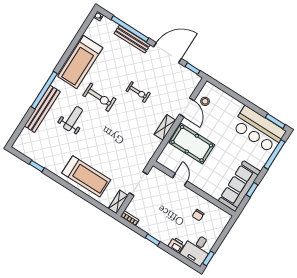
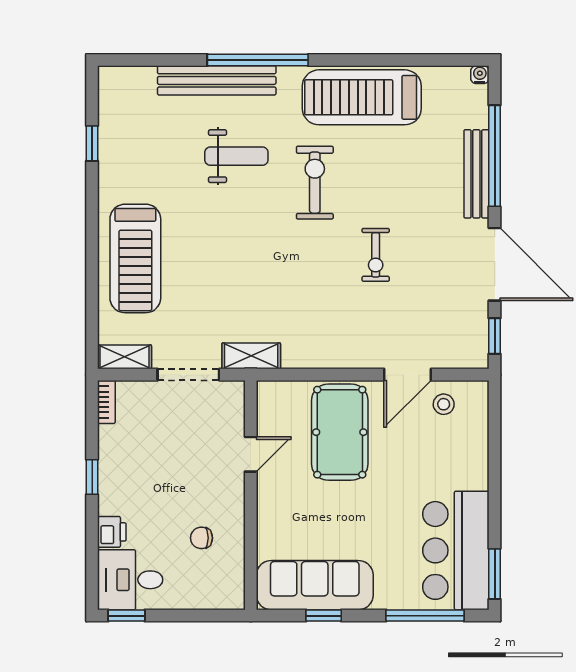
exercise bike: (99, 97) -> (315, 183), turned 180
shelving: (165, 127) -> (251, 356), moved

